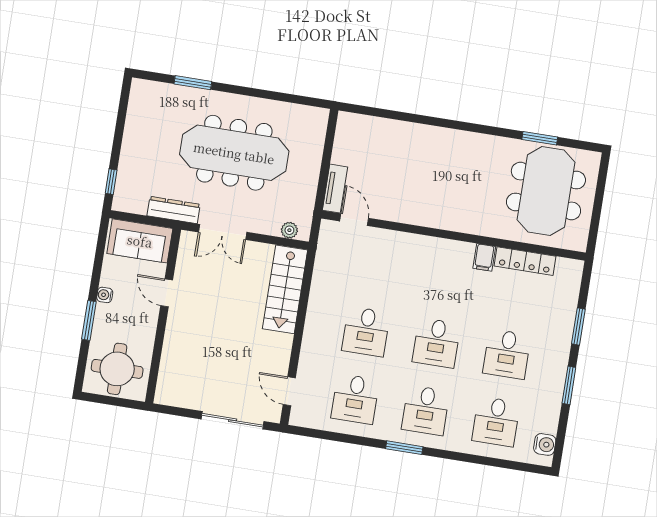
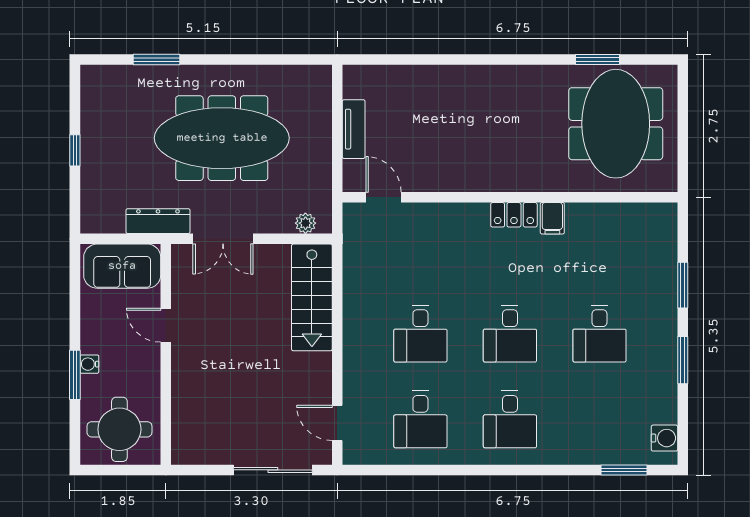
window: (111, 182) -> (75, 150), moved
tv unit: (335, 189) -> (354, 129), moved
locker: (525, 261) -> (514, 215), moved, width x0.66
water cooler: (105, 295) -> (89, 364), moved
desk: (496, 422) -> (600, 419), removed
window: (404, 448) -> (624, 470), moved

